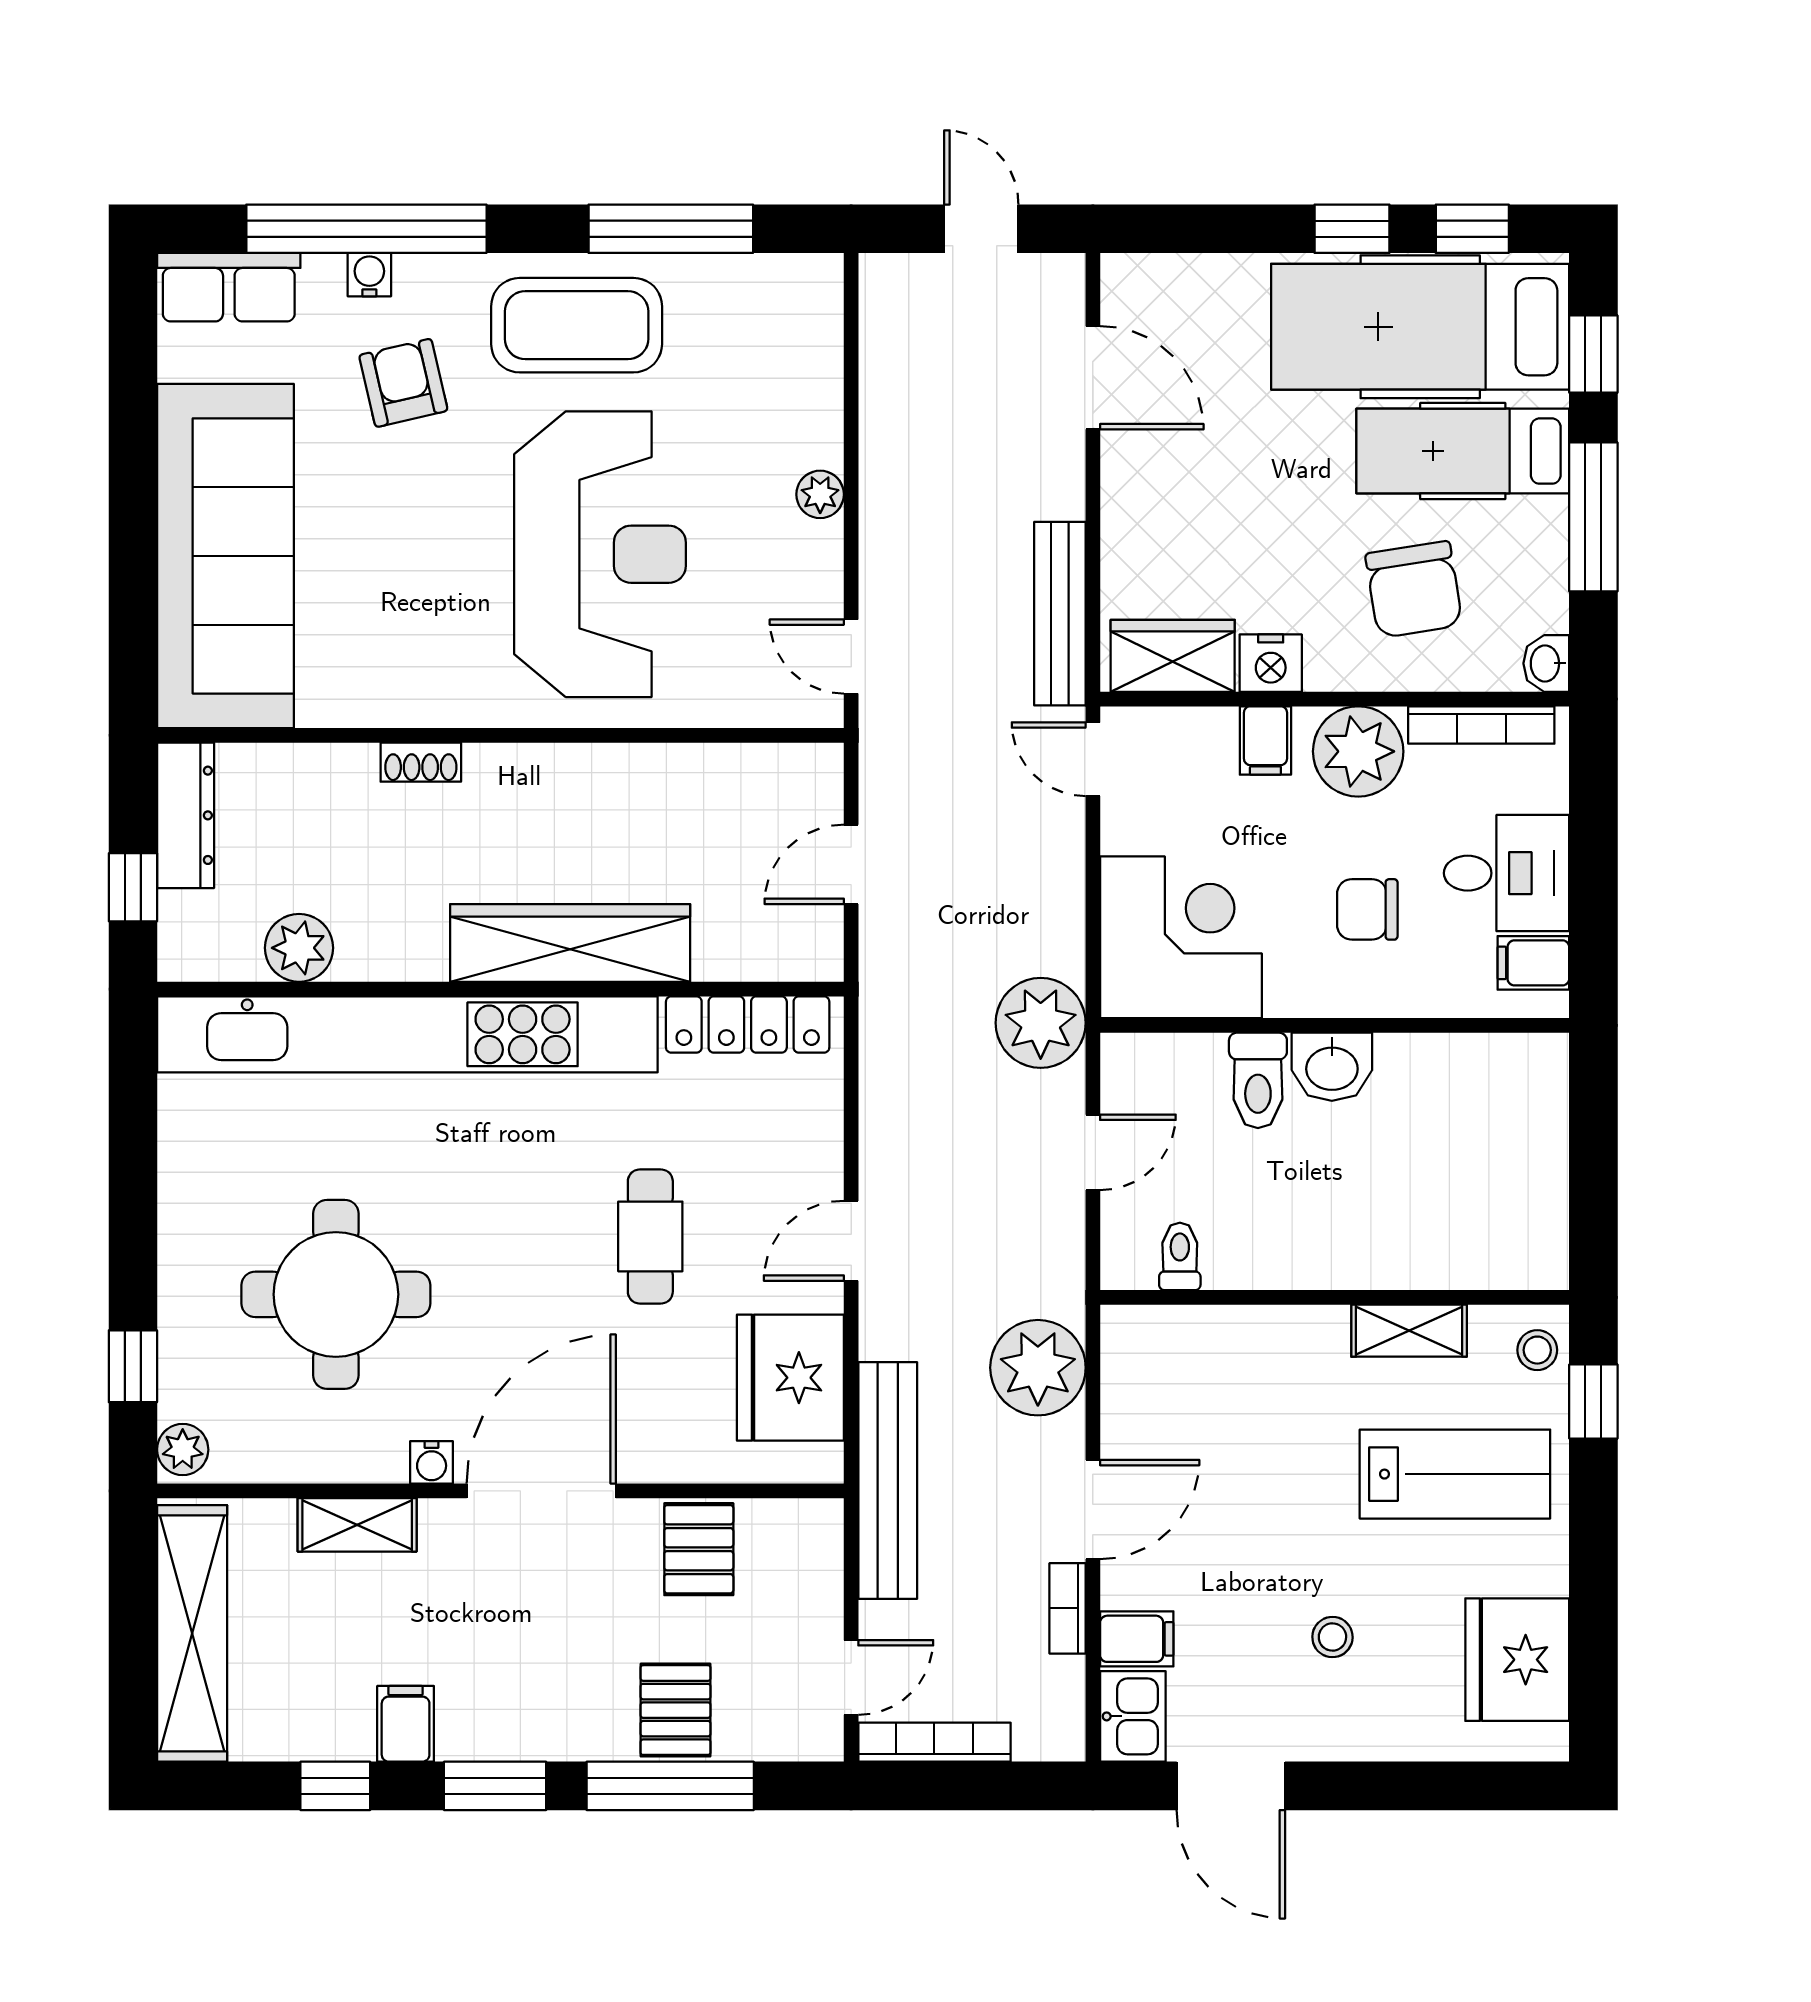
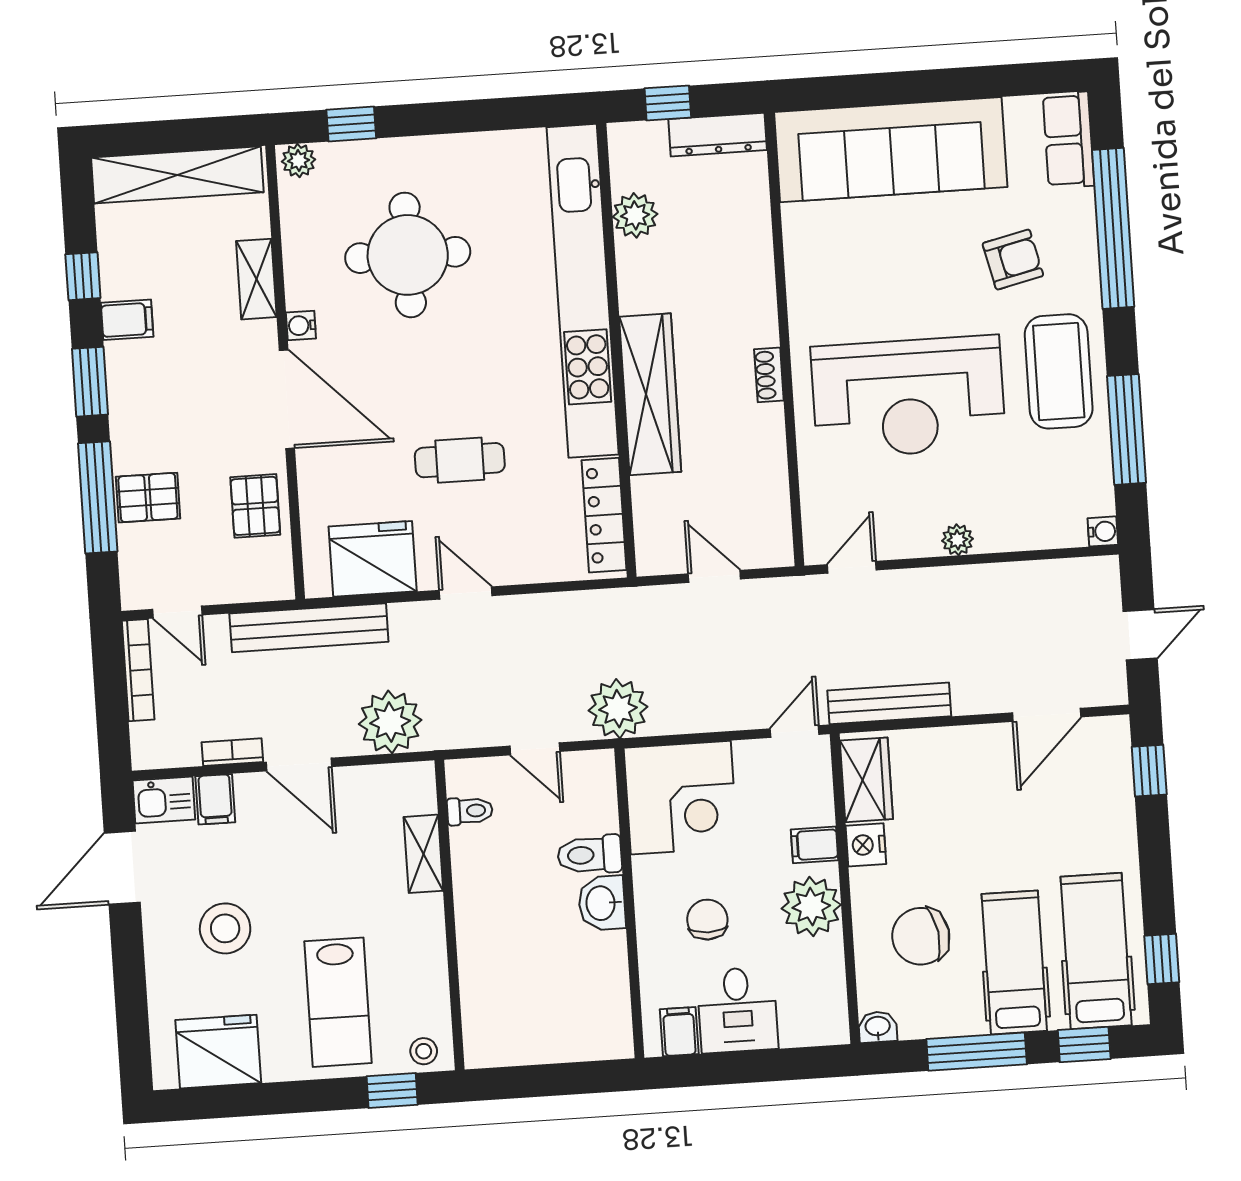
window: (1352, 229) -> (1149, 771), moved
water cooler: (369, 275) -> (1103, 531), moved
hospital bed: (1420, 327) -> (1096, 951), width x0.73, depth x0.78
bookcase: (1481, 725) -> (834, 987), removed
shoe rack: (421, 762) -> (769, 375), moved
shelving: (1409, 1331) -> (423, 854), moved
pallet: (699, 1549) -> (255, 506), turned 90
stool: (1332, 1637) -> (225, 928), width x1.89, depth x1.89

